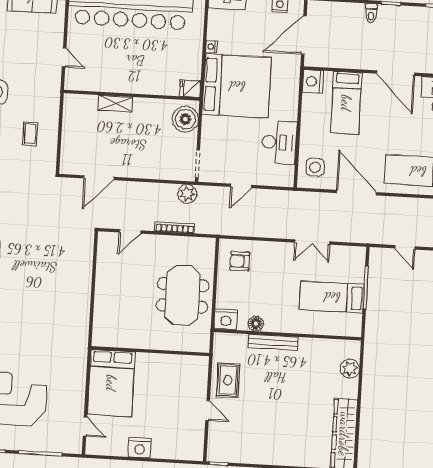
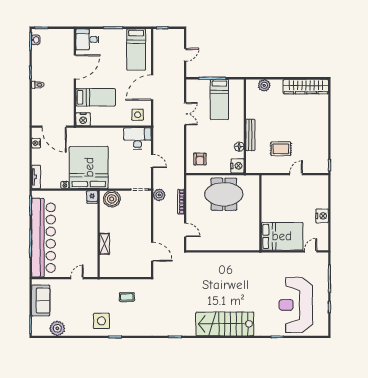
desk: (279, 142) -> (138, 138), moved
rug: (228, 380) -> (281, 149), moved

